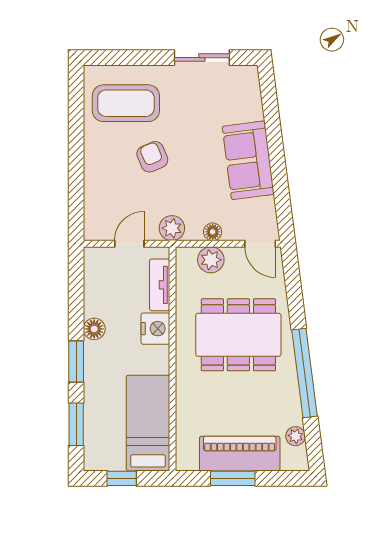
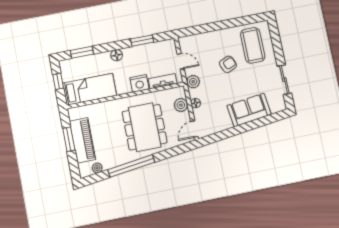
sofa: (248, 160) -> (249, 110), moved
floor lamp: (94, 329) -> (117, 55), moved
window: (76, 361) -> (142, 41), moved

